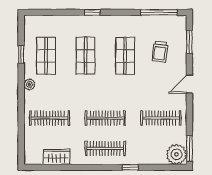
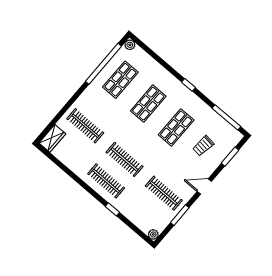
window: (92, 12) -> (188, 85), moved
window: (21, 55) -> (104, 64), width x3.17
plant: (29, 85) -> (130, 45), moved
window: (189, 148) -> (180, 215), moved
plant: (176, 154) -> (153, 234), width x0.53, depth x0.53
wardrobe: (56, 157) -> (52, 138), moved, turned 90

